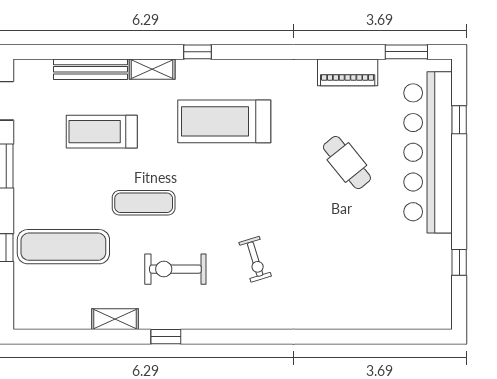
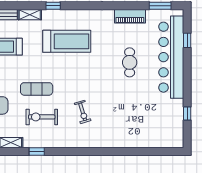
treadmill: (224, 121) -> (67, 41), turned 180
cafe table: (347, 163) -> (130, 62), turned 39
exercise mat: (144, 203) -> (37, 89), moved

